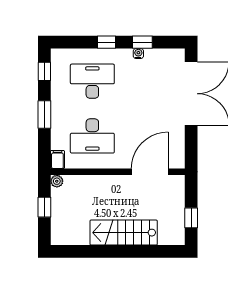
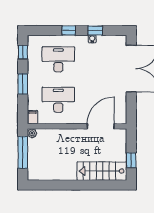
desk: (92, 136) -> (58, 100), turned 180
window: (44, 207) -> (23, 152), width x2.17
stairs: (124, 233) -> (102, 171), moved

